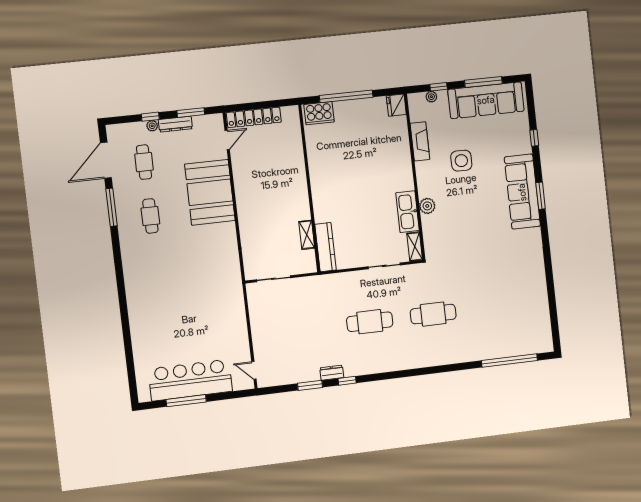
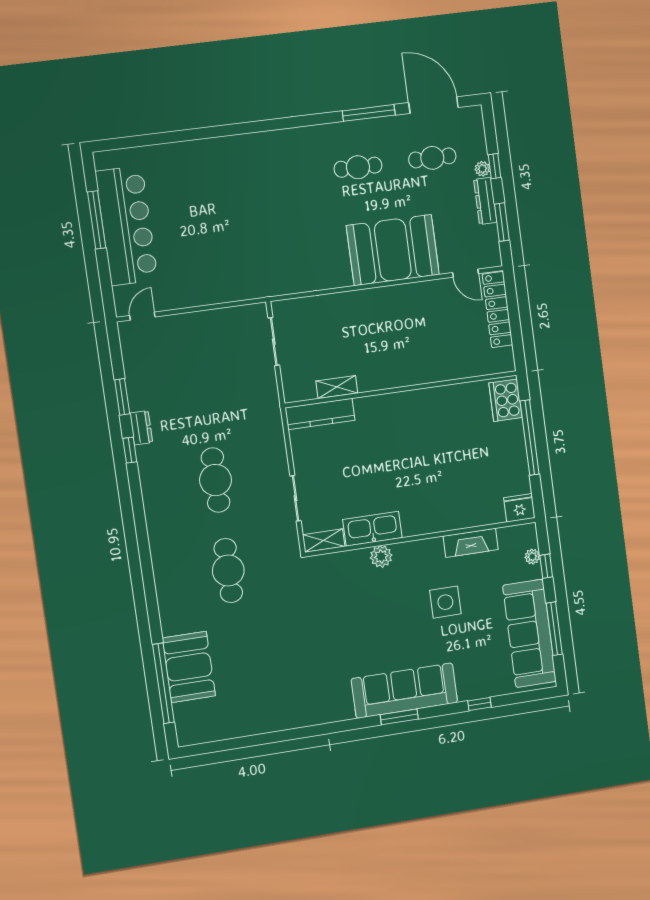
booth: (499, 343) -> (189, 667), added

